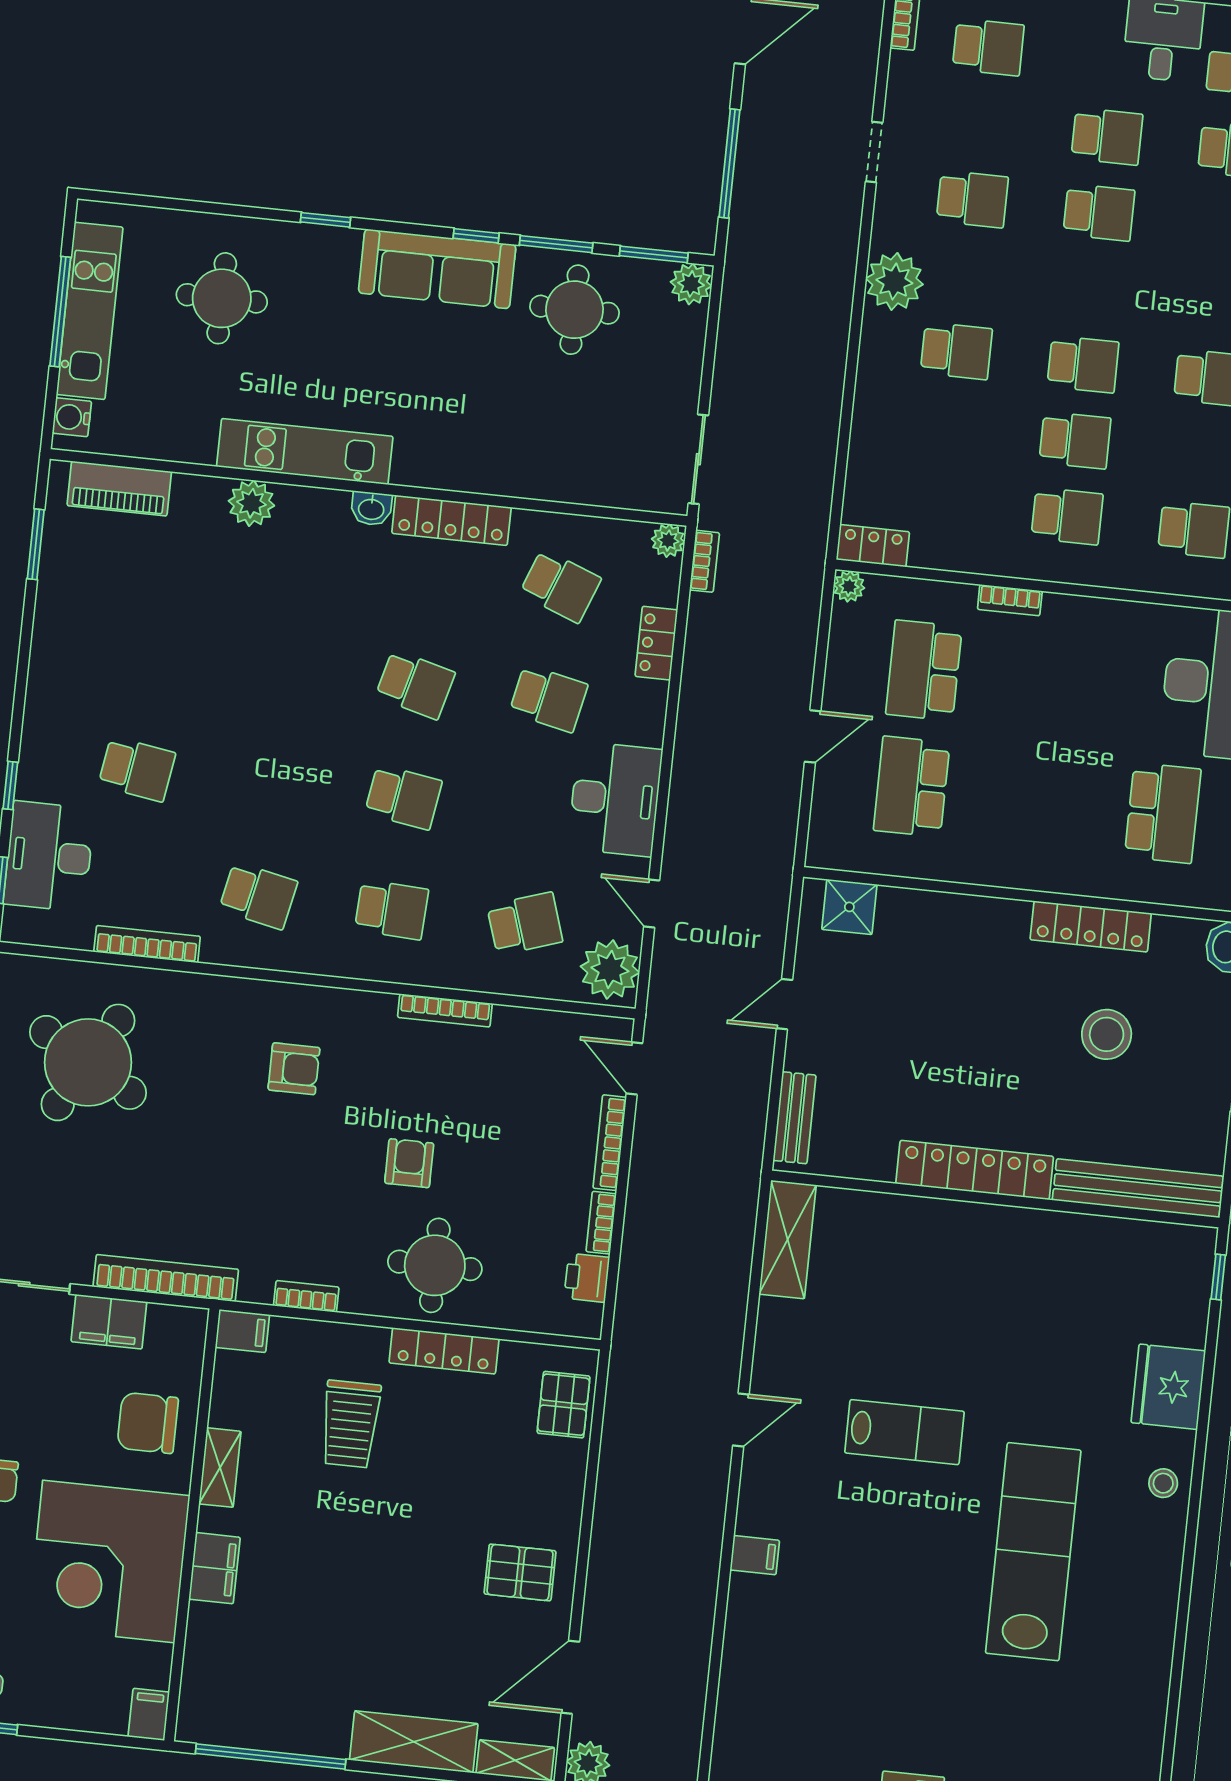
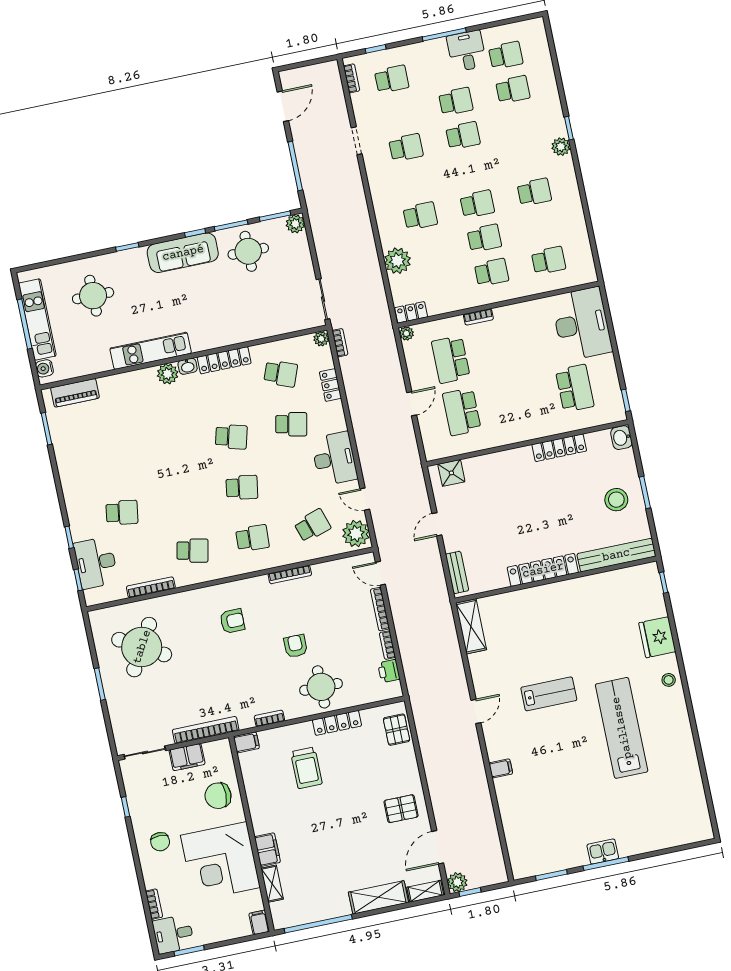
plant: (894, 281) -> (397, 261), moved
plant: (251, 503) -> (168, 374), moved
stool: (1107, 1034) -> (616, 500), moved
shelving: (220, 1468) -> (272, 884), moved

